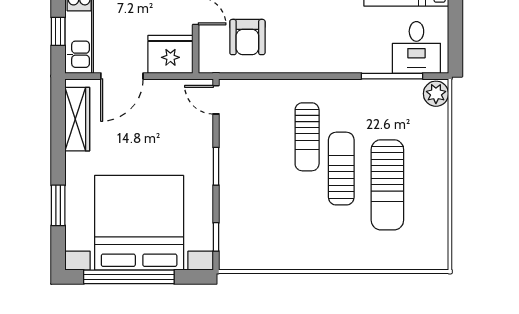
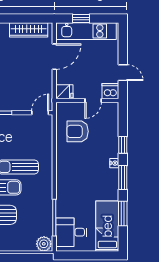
fridge: (170, 54) -> (64, 92), width x0.53, depth x0.75
door: (122, 76) -> (54, 57), swing flipped

